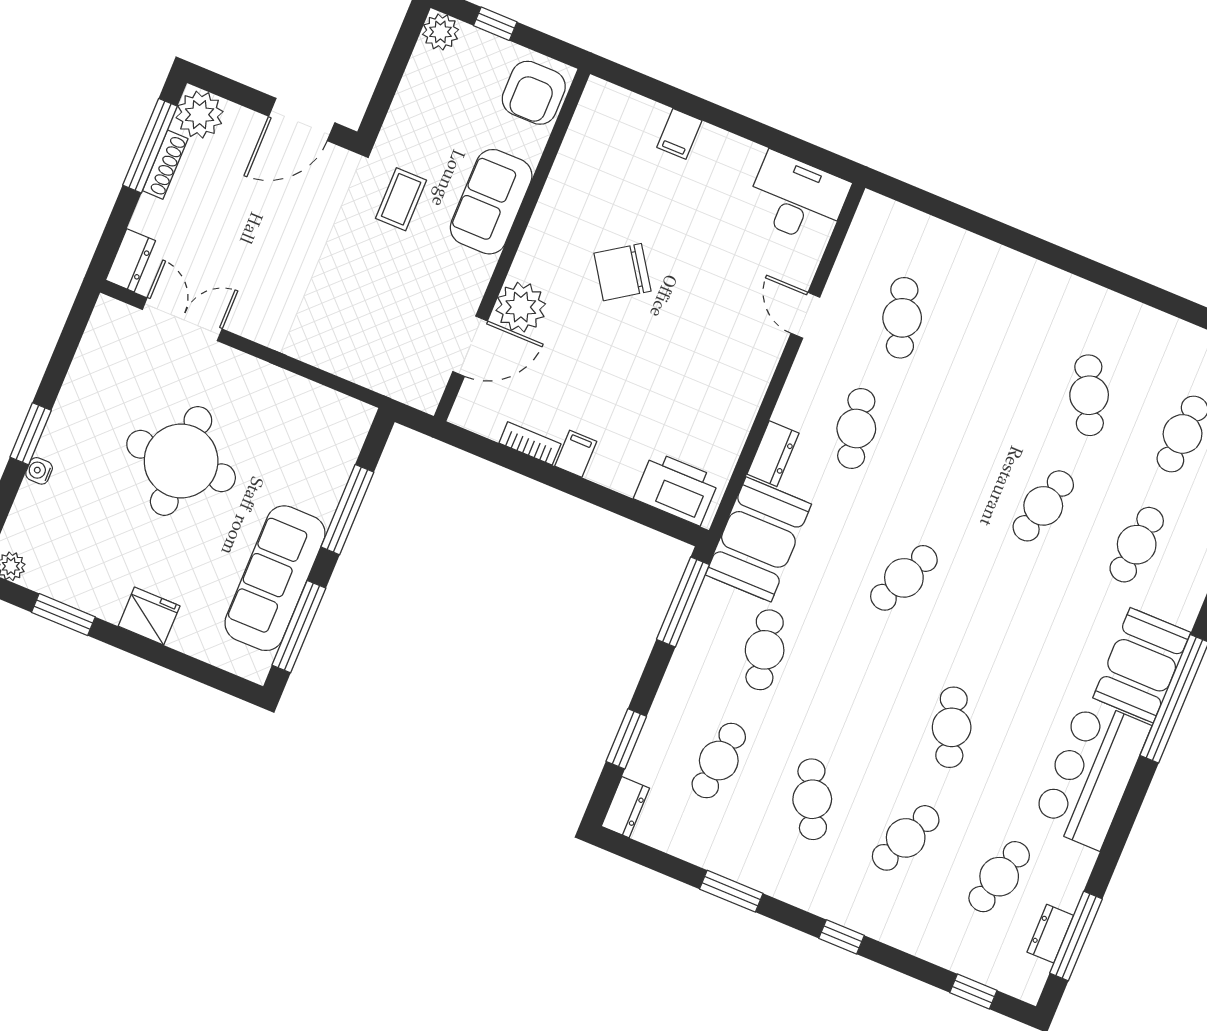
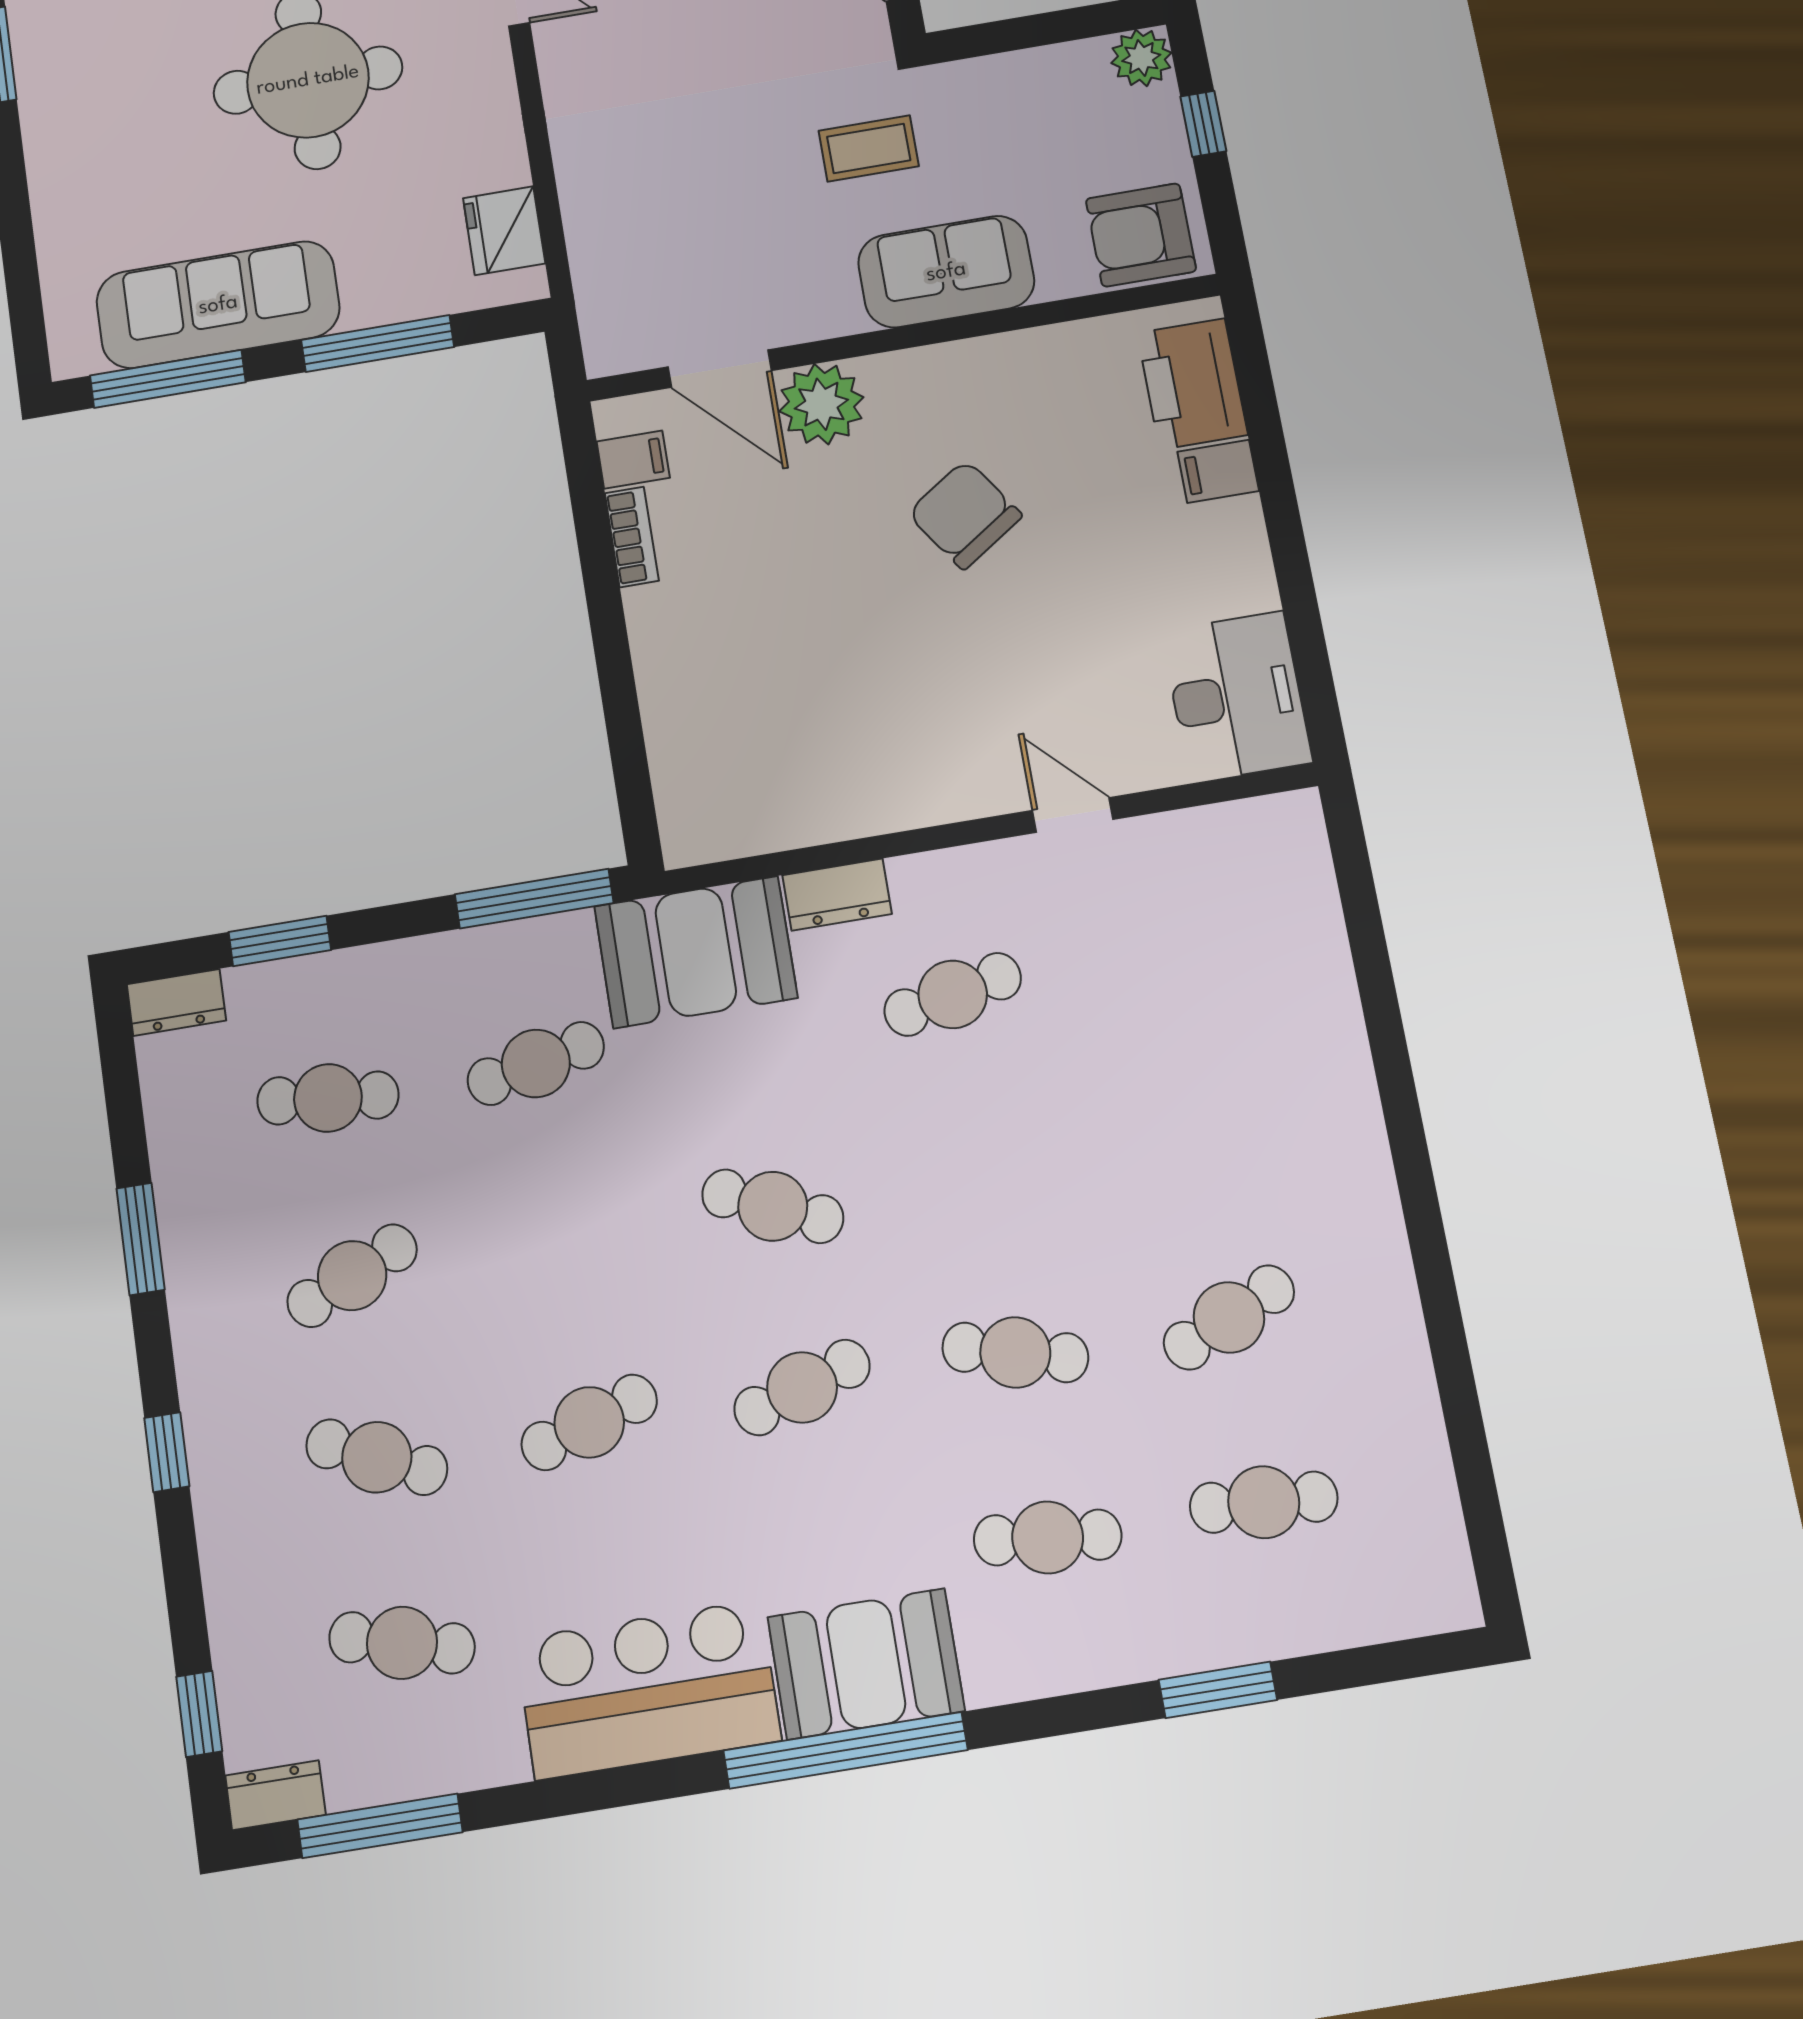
door: (805, 315) -> (1073, 815), hinge flipped
cafe table: (902, 318) -> (802, 1387), moved
filing cabinet: (576, 454) -> (633, 460), moved
printer: (677, 488) -> (1192, 384), moved, turned 180
fridge: (149, 616) -> (504, 231), moved, turned 180
dresser: (1050, 934) -> (275, 1795), moved

